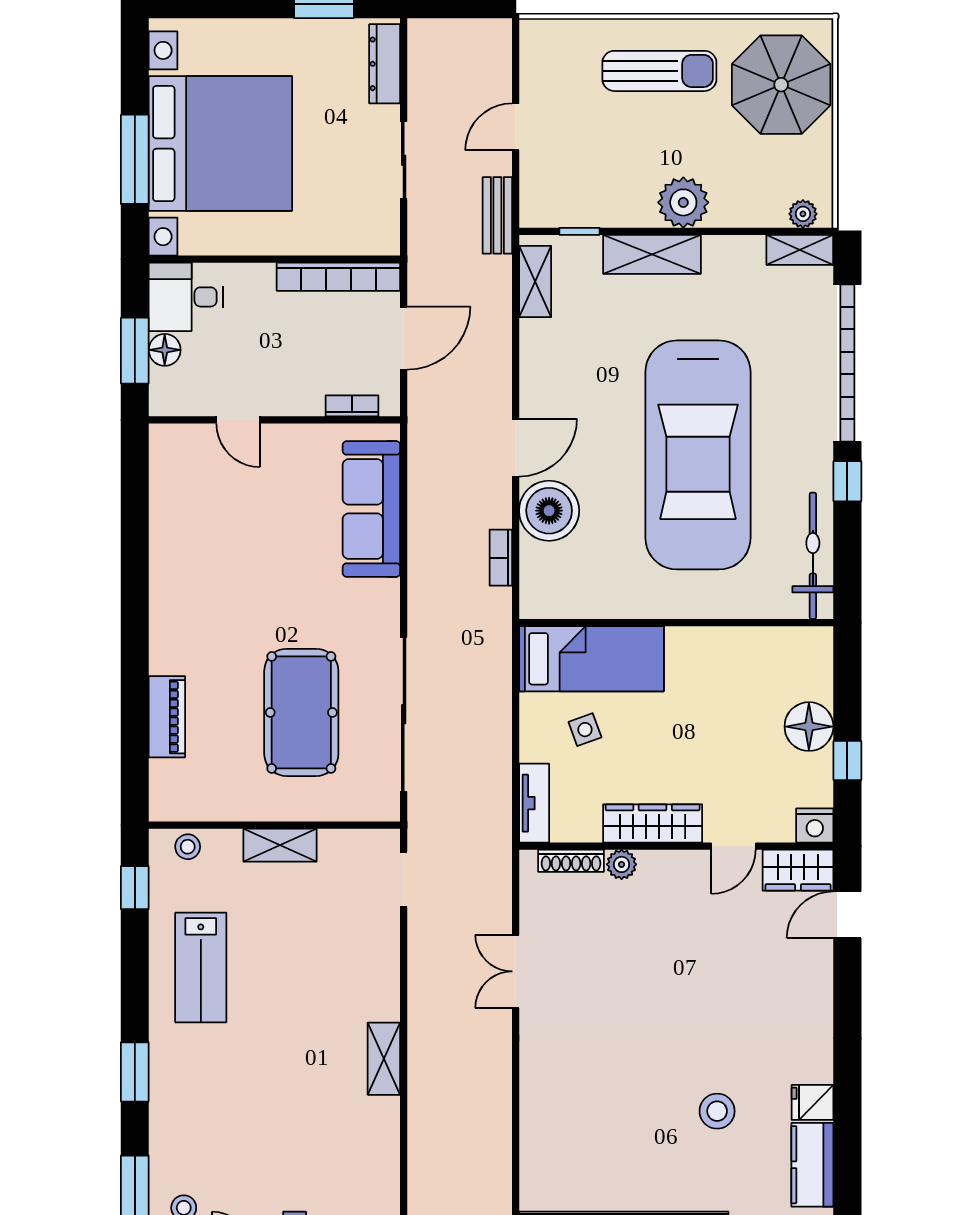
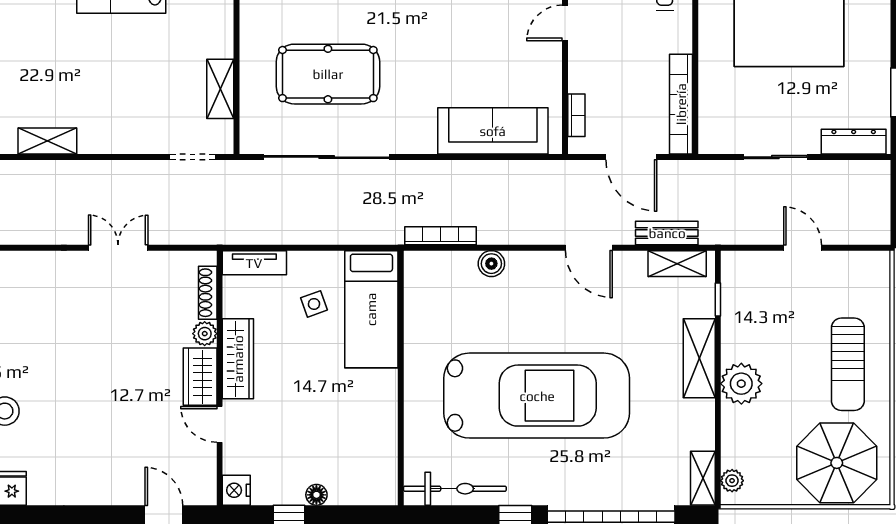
bench: (497, 215) -> (667, 233), moved
door: (516, 448) -> (589, 248), moved
car: (698, 455) -> (537, 396), turned 180
boiler: (549, 511) -> (491, 264), width x0.54, depth x0.54
bookcase: (501, 558) -> (441, 236), width x1.56
floor lamp: (809, 727) -> (316, 495), width x0.53, depth x0.53
shelving: (280, 845) -> (220, 89), moved
wardrobe: (798, 870) -> (200, 377), moved

